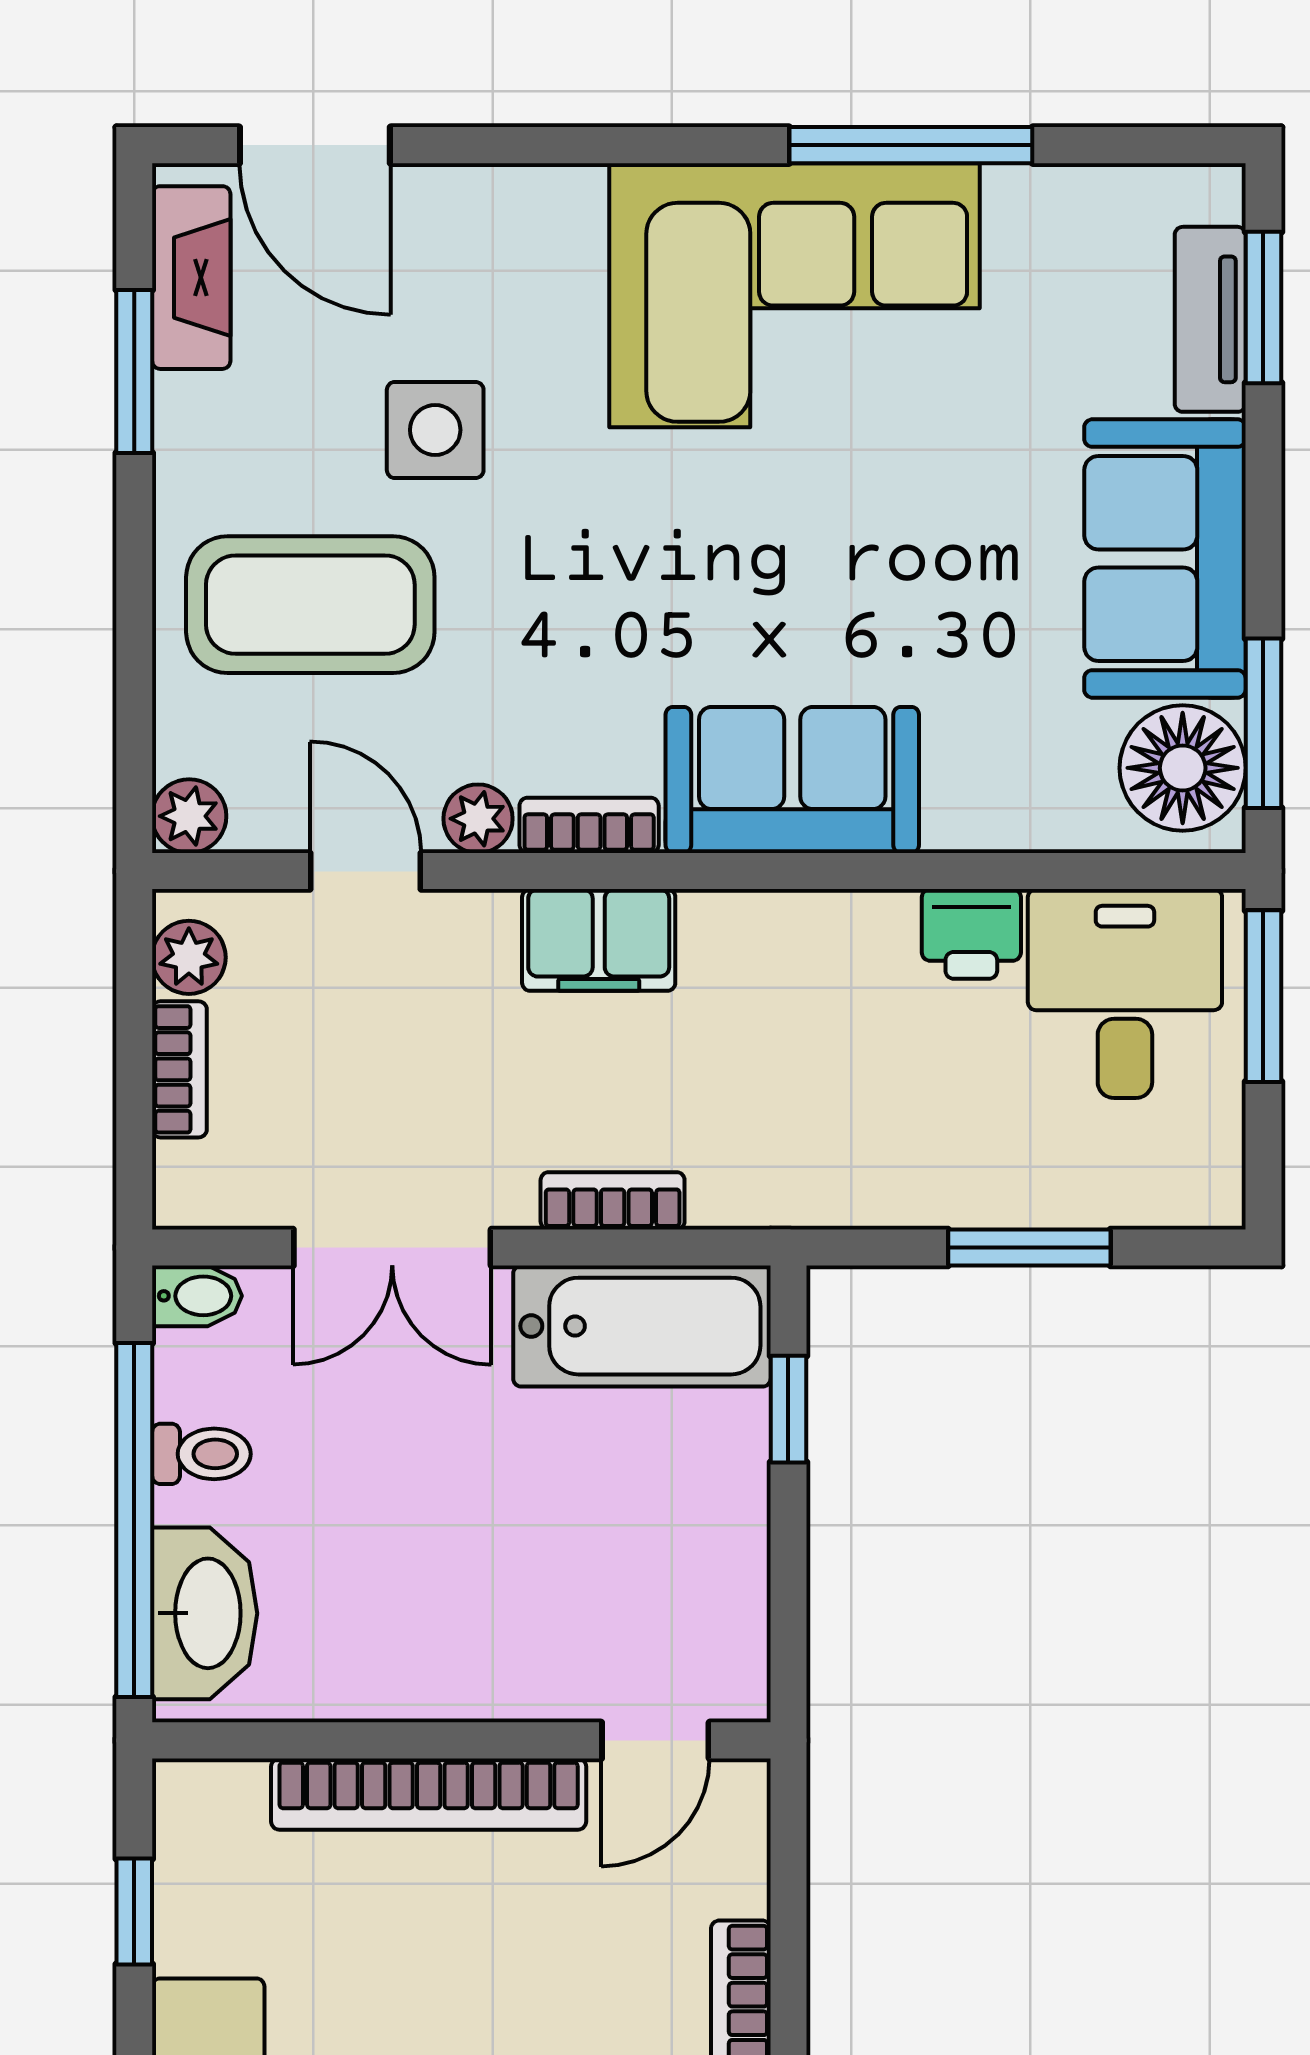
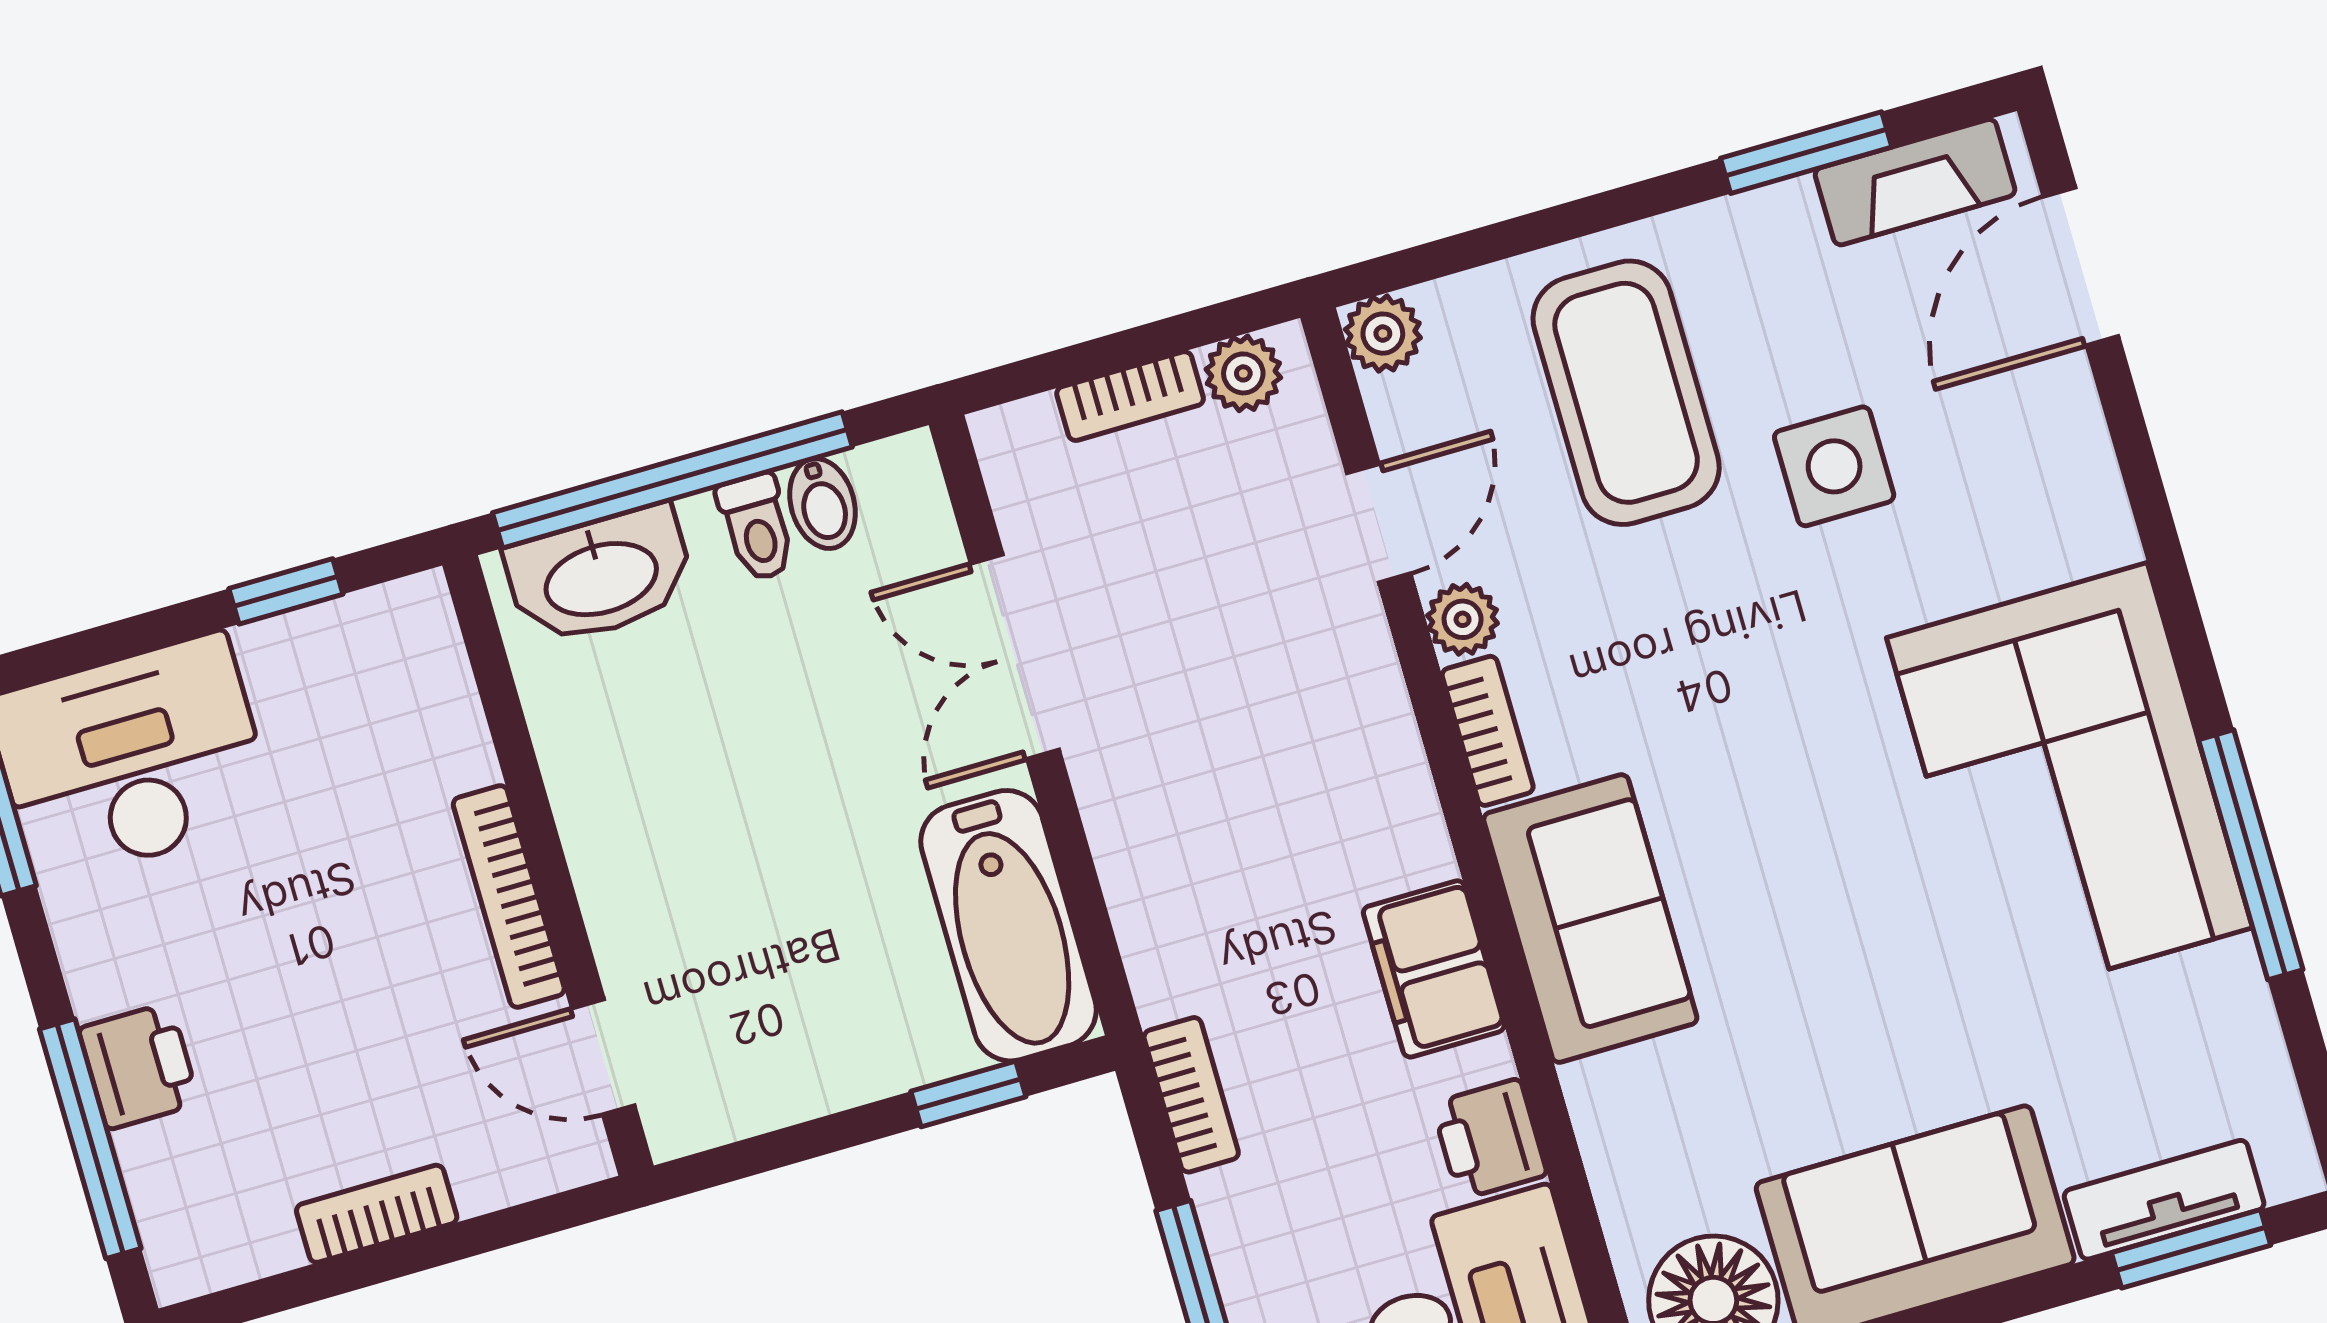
filing cabinet: (599, 940) -> (1434, 969), moved
bookcase: (613, 1201) -> (1191, 1095), moved
bidet: (197, 1296) -> (823, 504), moved
bookcase: (429, 1794) -> (509, 896), width x0.68, depth x0.76

